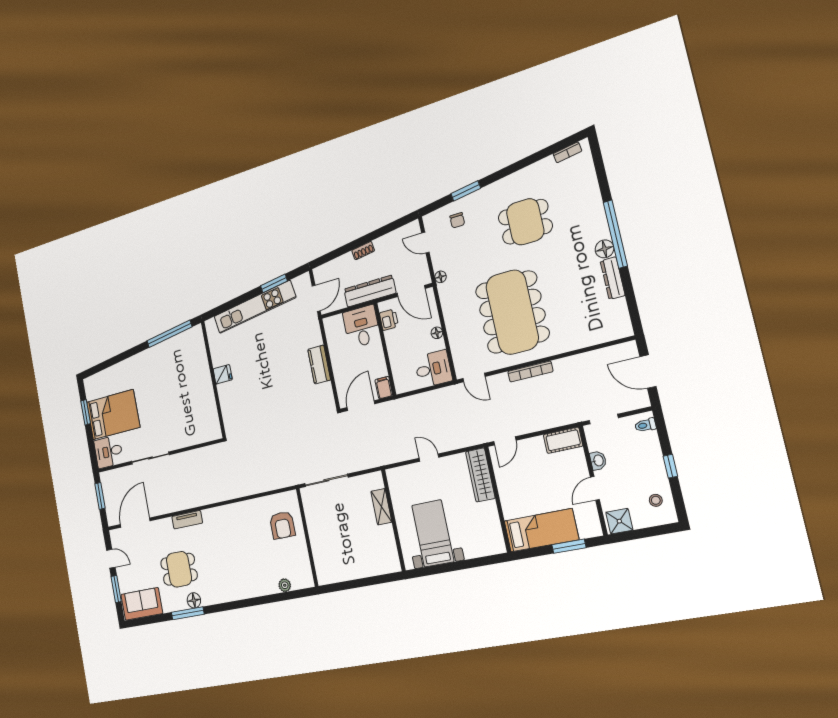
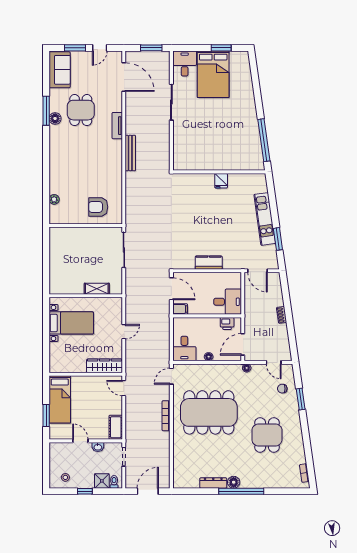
door: (425, 243) -> (274, 362), swing flipped
dresser: (370, 291) -> (251, 314), removed
kitchen unit: (255, 307) -> (265, 219), width x0.73
bench: (214, 497) -> (130, 153), added
shower: (619, 521) -> (102, 481), moved

